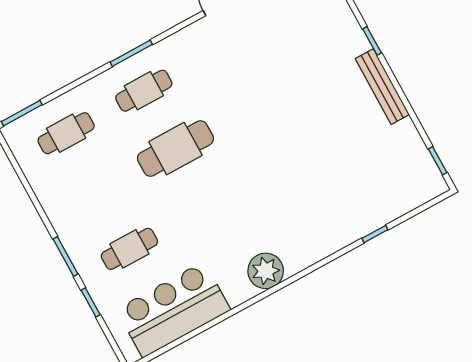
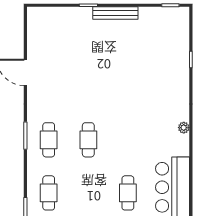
cafe table: (175, 149) -> (88, 140), width x0.73, depth x0.74
plant: (266, 271) -> (184, 128), width x0.53, depth x0.53

